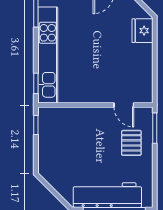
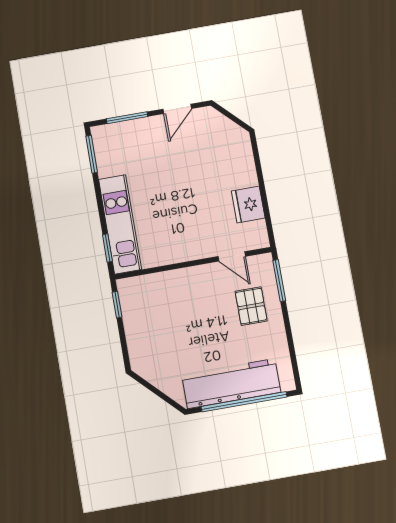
fridge: (142, 31) -> (248, 205), moved
kitchen unit: (48, 55) -> (120, 224), width x0.73

